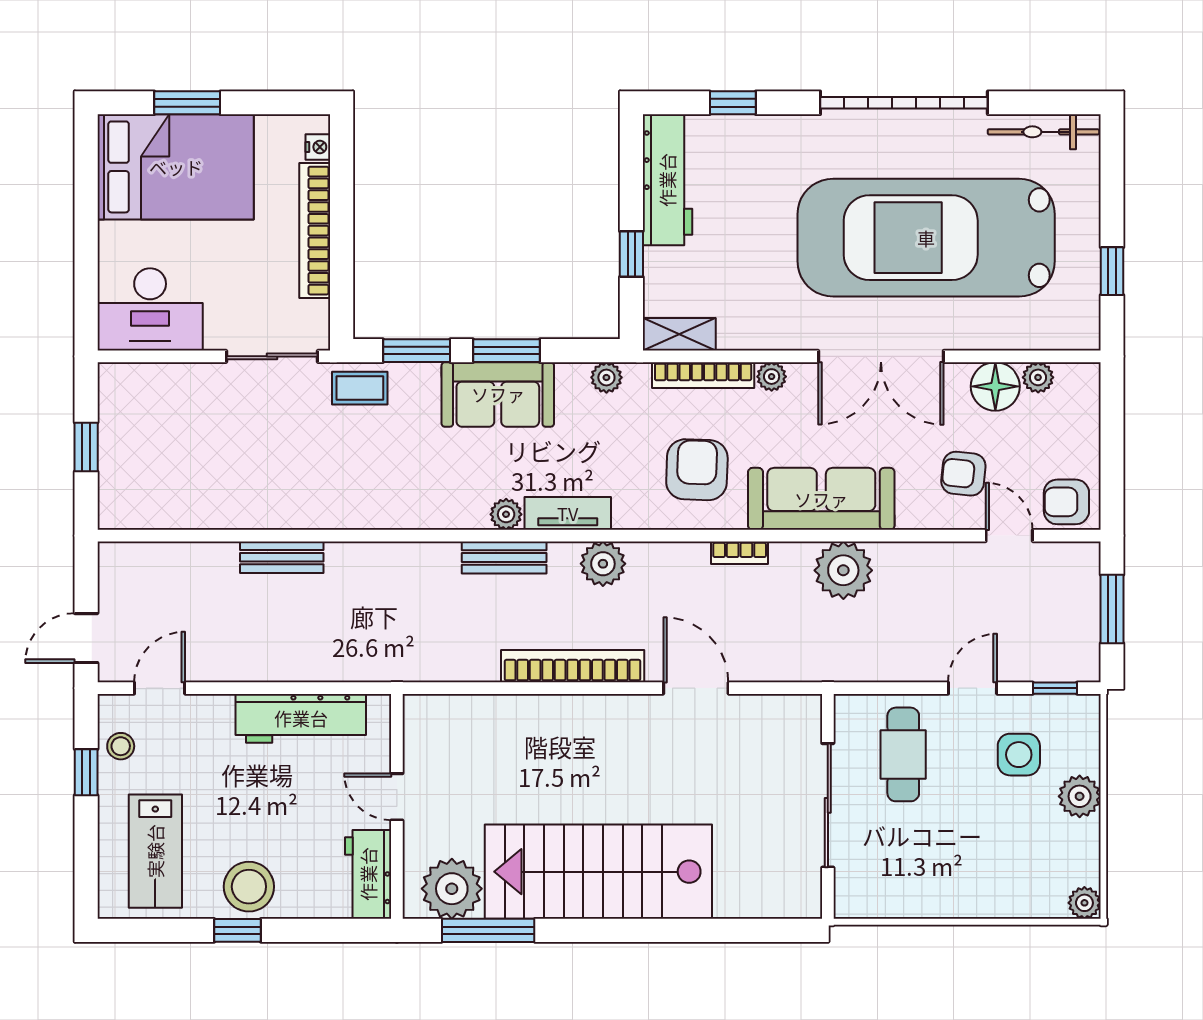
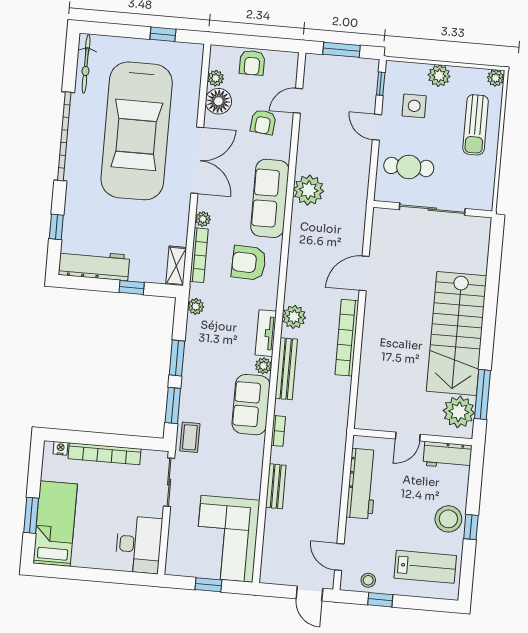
bed: (176, 167) -> (55, 524), width x0.67
sofa: (498, 394) -> (251, 405), moved, turned 180
corner sofa: (175, 474) -> (227, 539), added
armchair: (1066, 502) -> (252, 63), moved
bookcase: (740, 553) -> (278, 431), moved
bench: (504, 557) -> (286, 369), width x1.36
sun lounger: (993, 873) -> (476, 125), added

